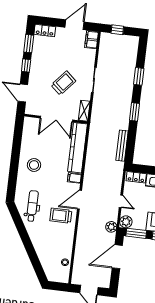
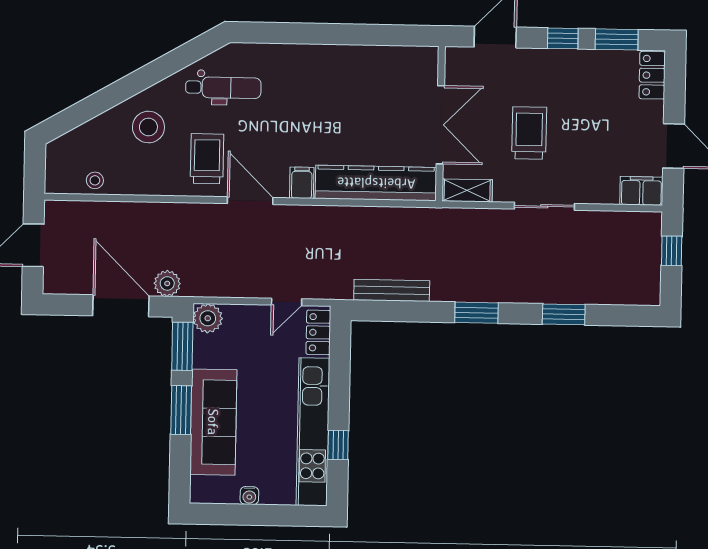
trolley: (63, 83) -> (529, 133), turned -131
double door: (56, 119) -> (440, 125), swing flipped
stool: (34, 165) -> (148, 127), moved
door: (121, 201) -> (287, 302), moved
plant: (111, 227) -> (167, 283), moved

